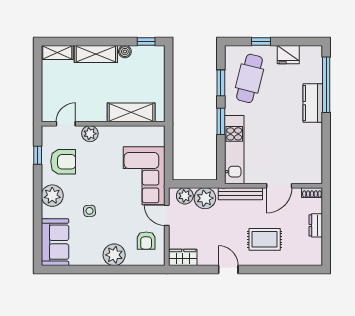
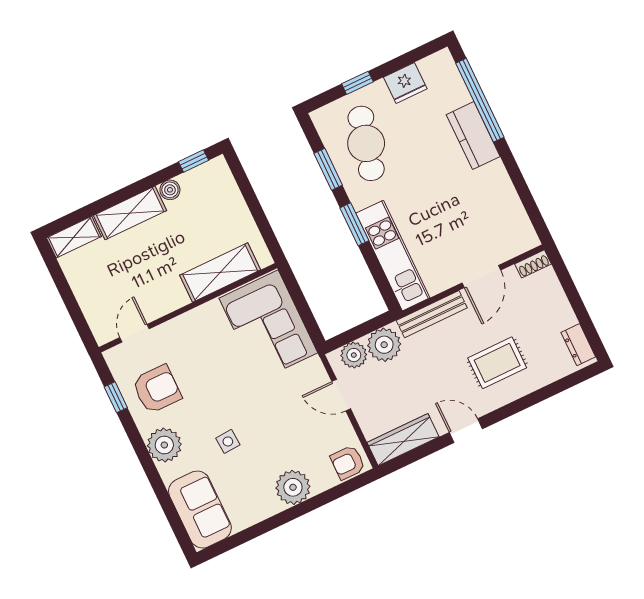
plant: (90, 134) -> (176, 331), removed
corner sofa: (144, 176) -> (268, 325), moved
dresser: (316, 225) -> (578, 345), moved
armchair: (146, 241) -> (348, 462), moved, turned 90
wardrobe: (183, 257) -> (403, 440), width x1.50

